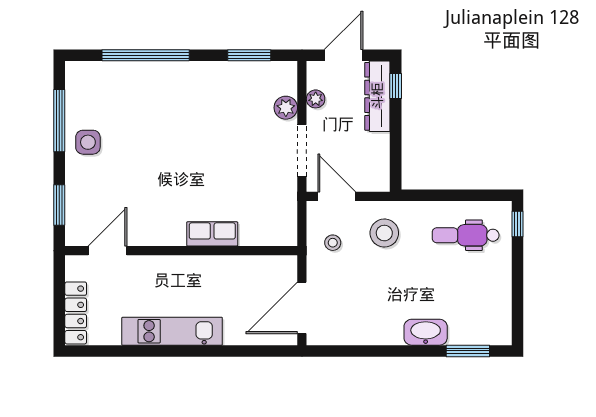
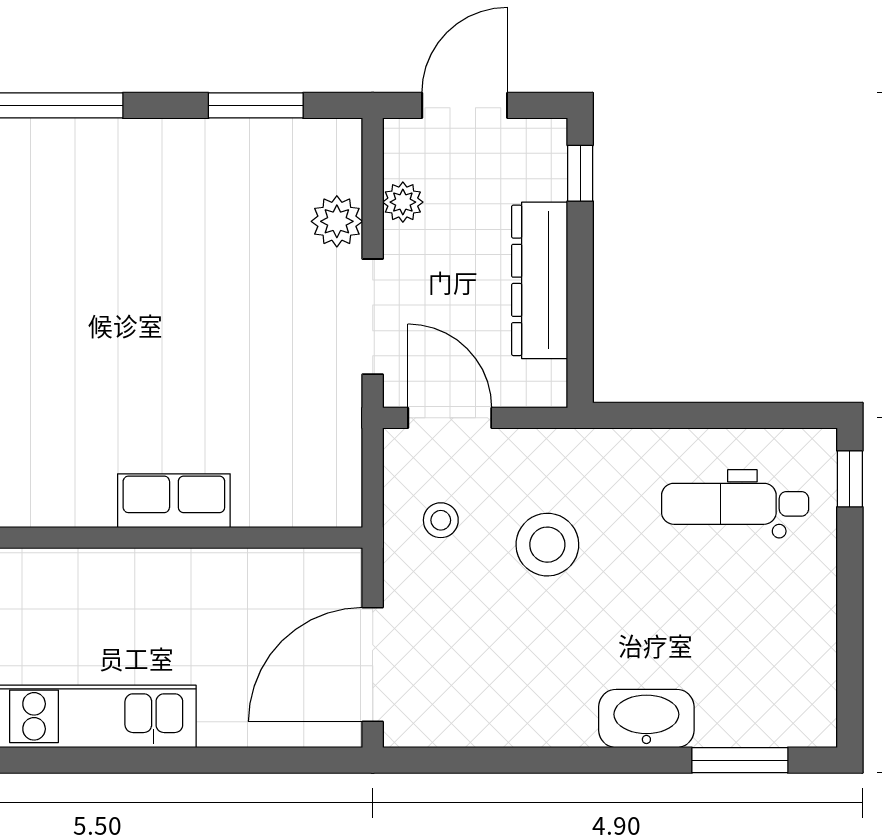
dresser: (377, 96) -> (540, 280), moved
stool: (384, 233) -> (547, 545), moved

